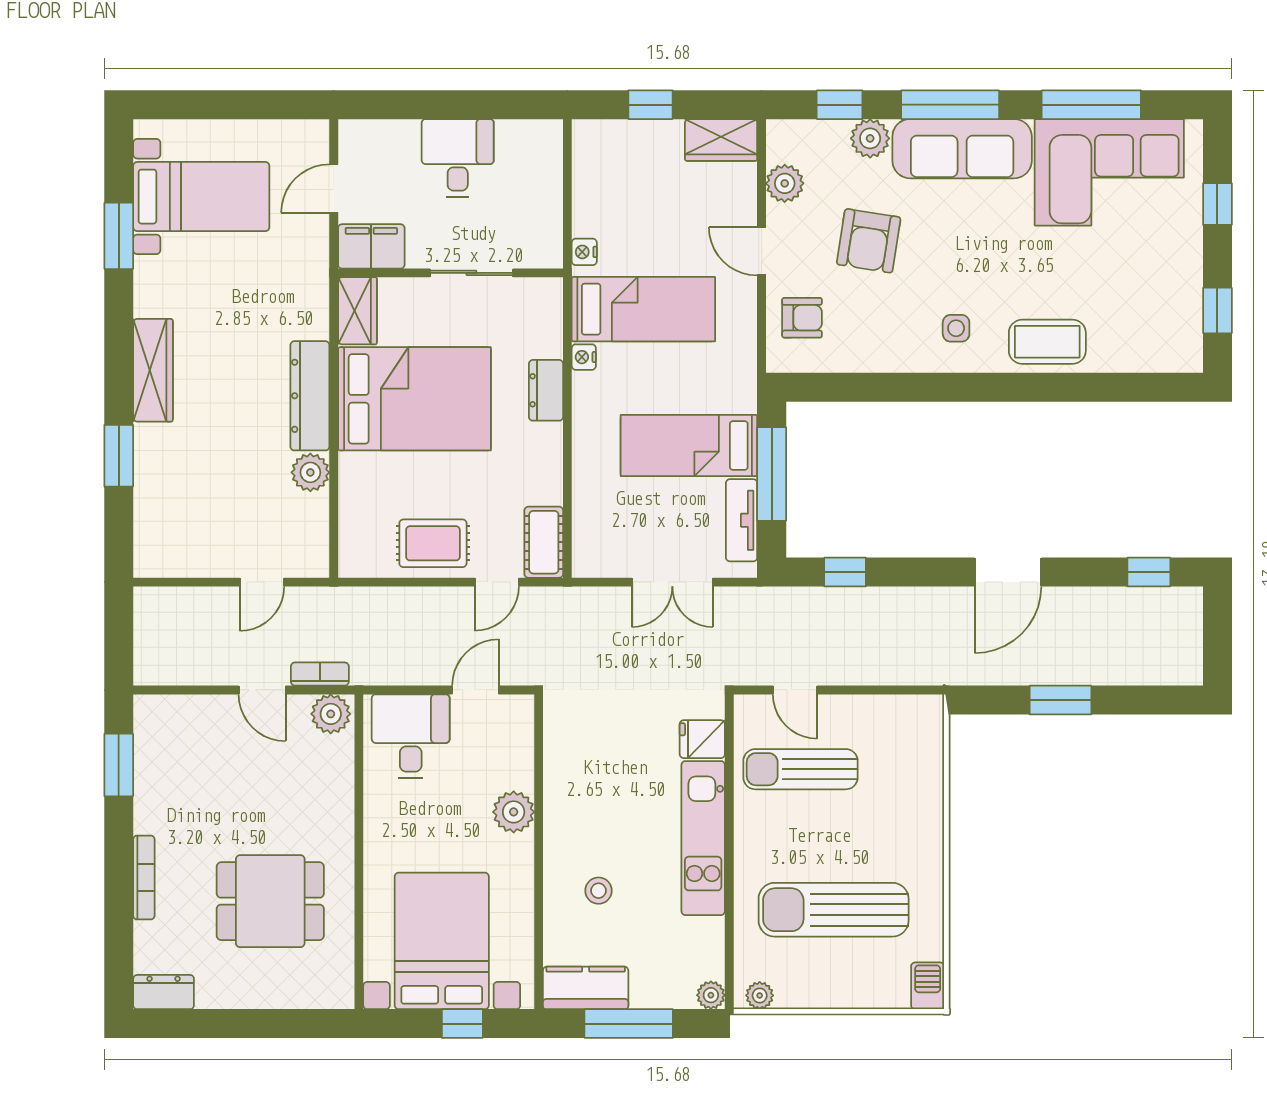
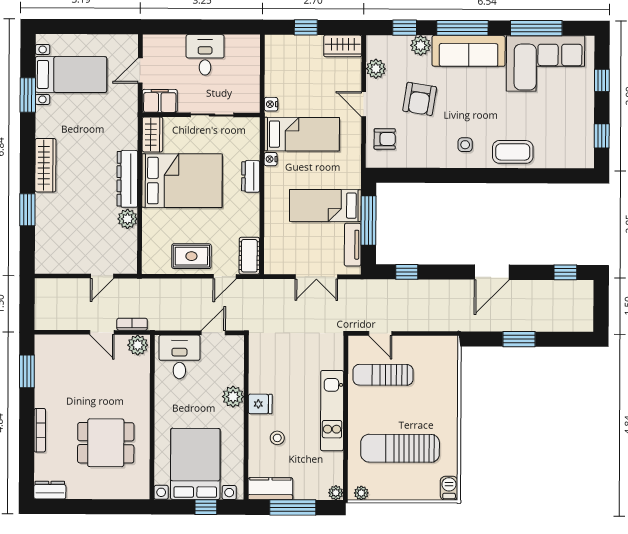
fridge: (702, 739) -> (260, 404), moved, turned 180

